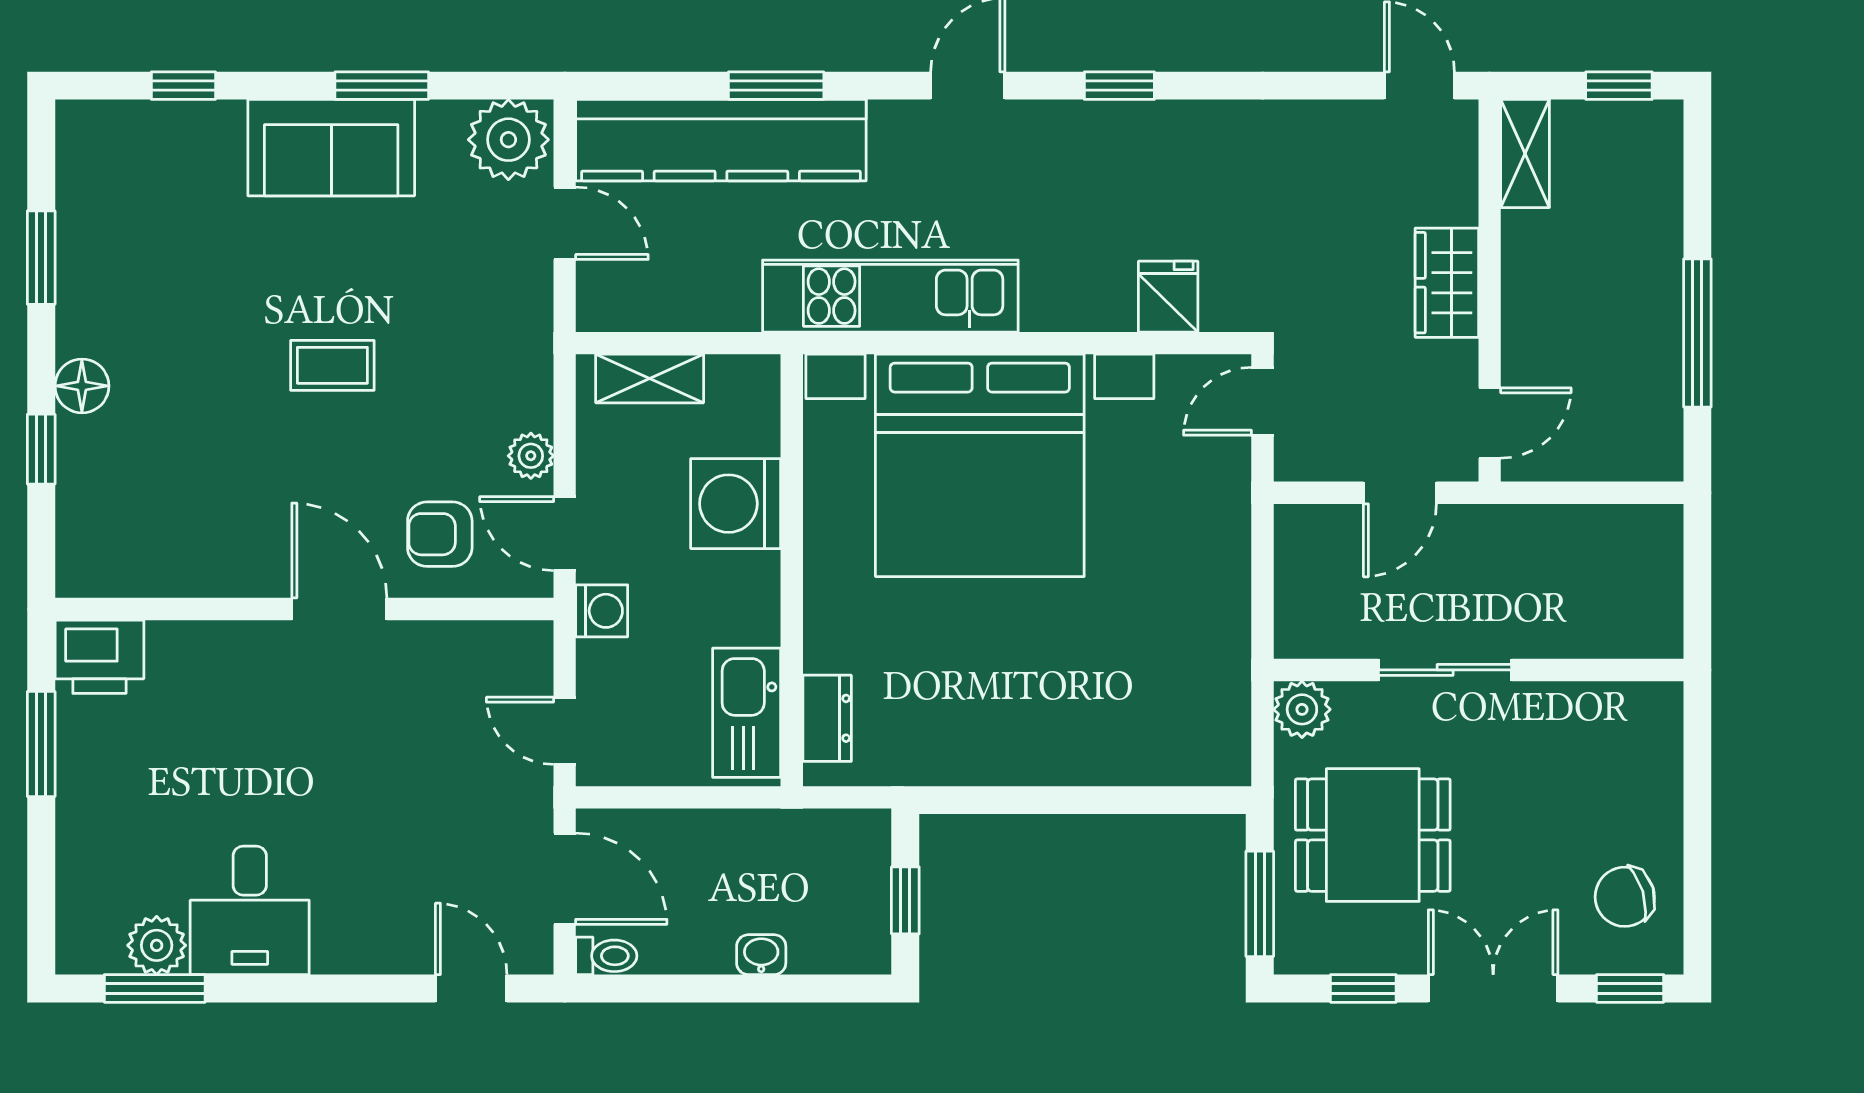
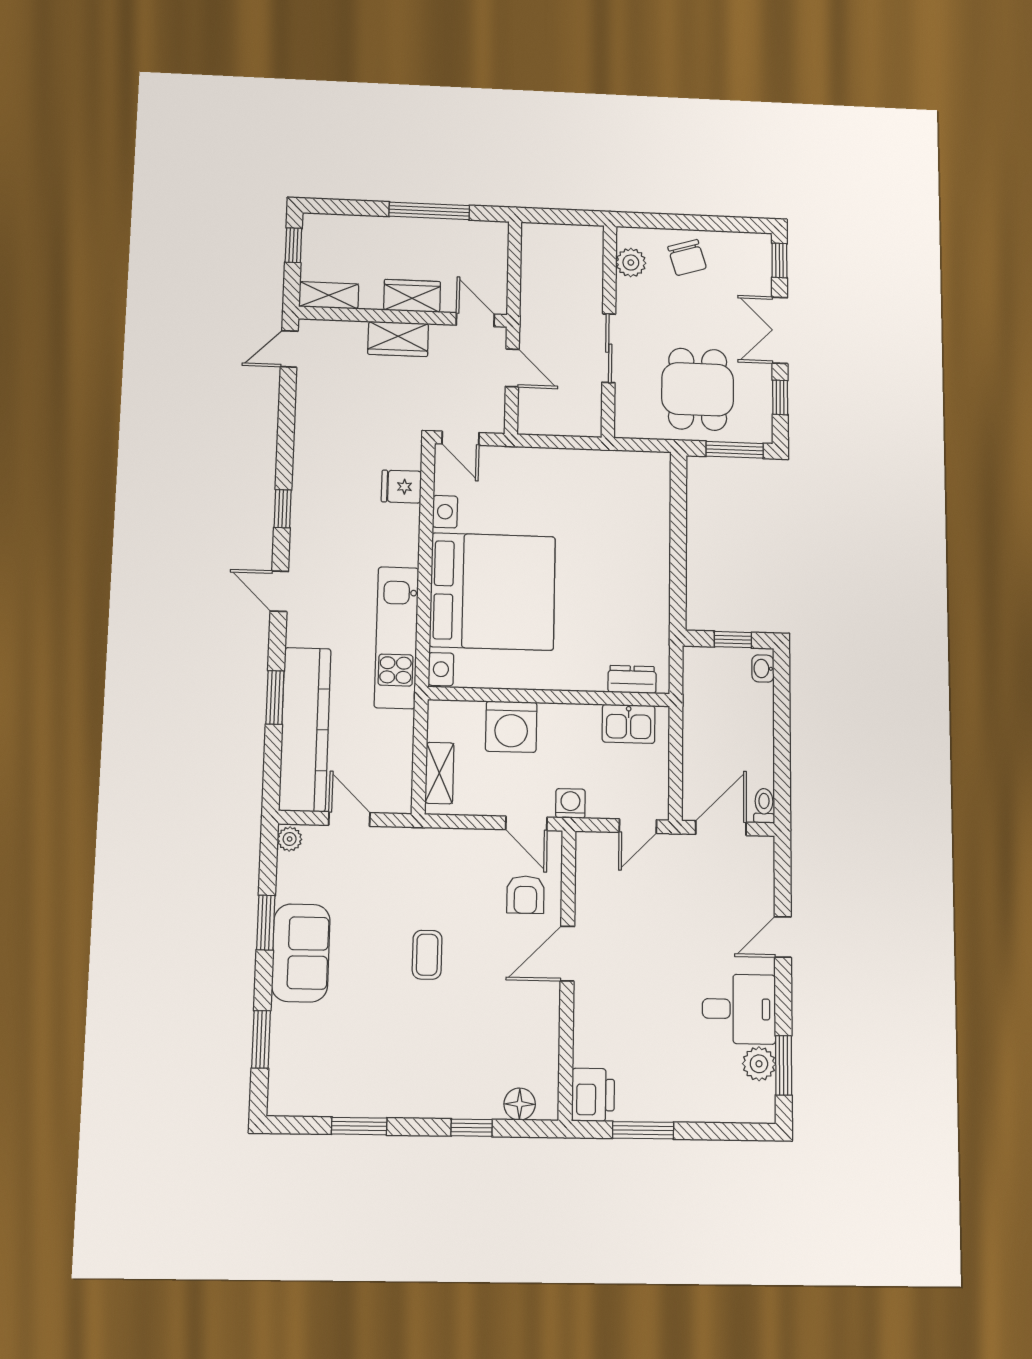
window: (183, 86) -> (261, 1039), width x1.50
plant: (508, 140) -> (290, 839), width x0.53, depth x0.53
door: (565, 223) -> (349, 819), hinge flipped
wardrobe: (1531, 306) -> (412, 296), added
floor lamp: (82, 386) -> (520, 1104), moved
plant: (531, 456) -> (482, 842), removed
door: (565, 534) -> (526, 823), hinge flipped
plant: (1302, 709) -> (631, 263), moved
kitchen sink: (747, 713) -> (629, 724), width x0.73
chair: (1625, 897) -> (687, 258), moved
washbasin: (761, 955) -> (763, 669), moved
door: (471, 988) -> (783, 937), moved

